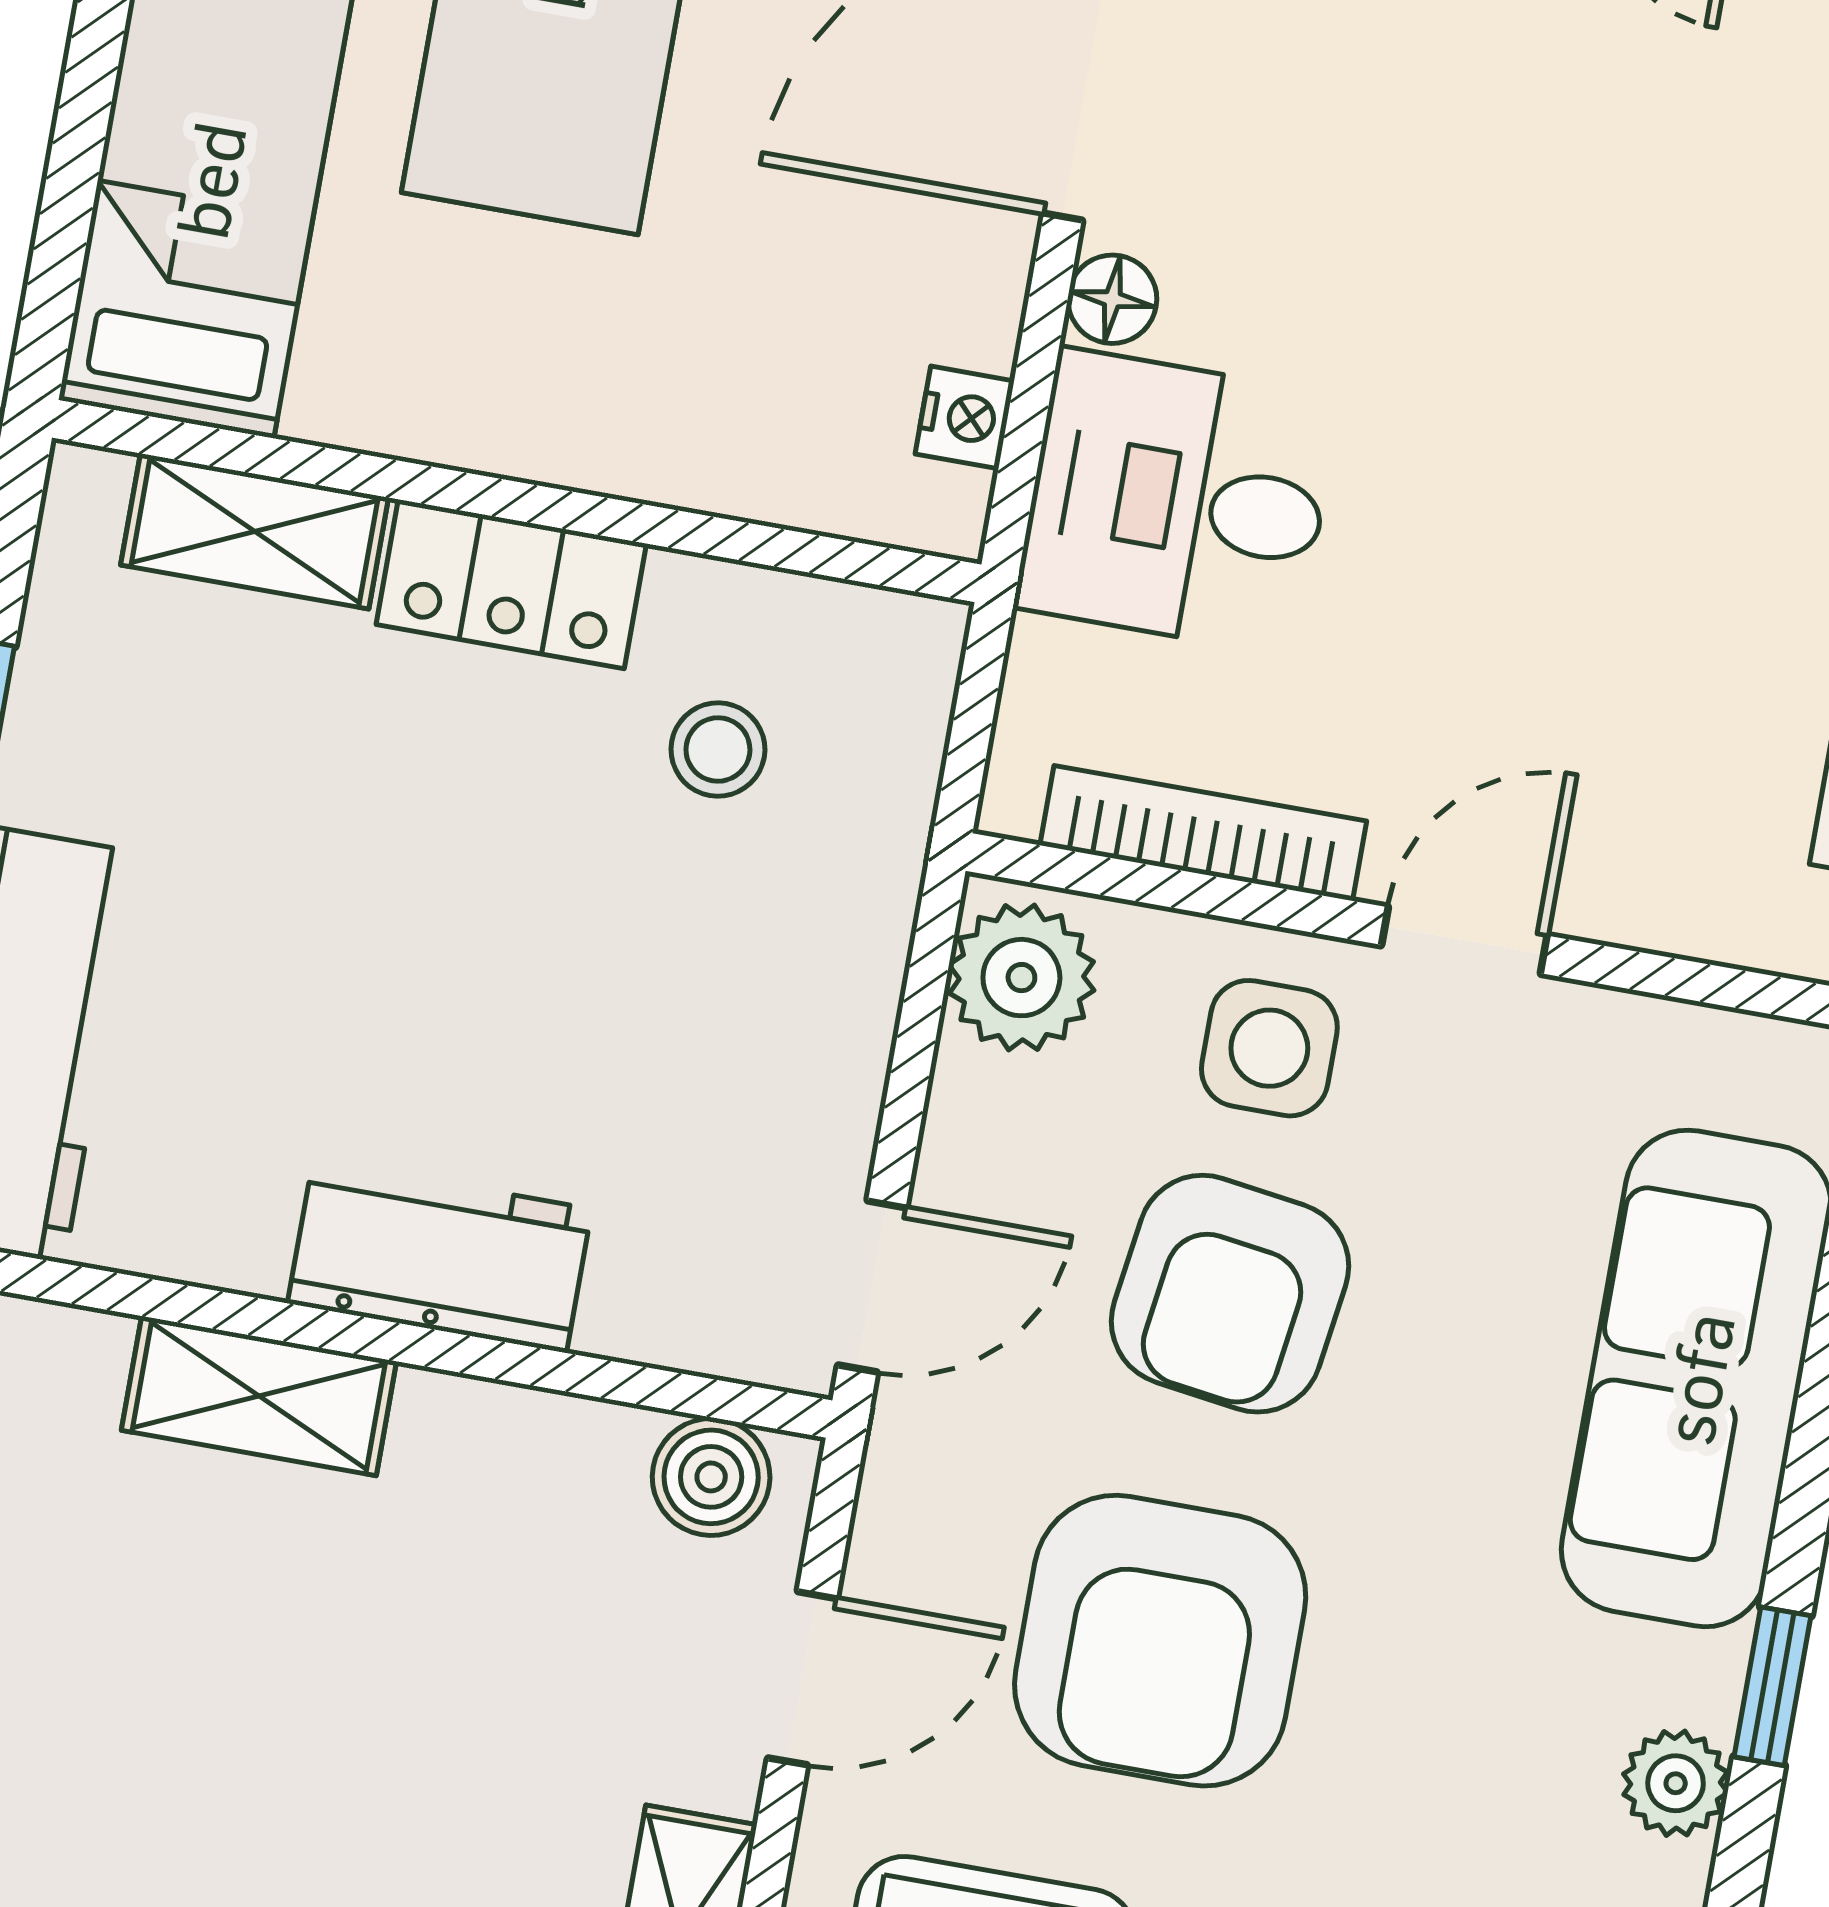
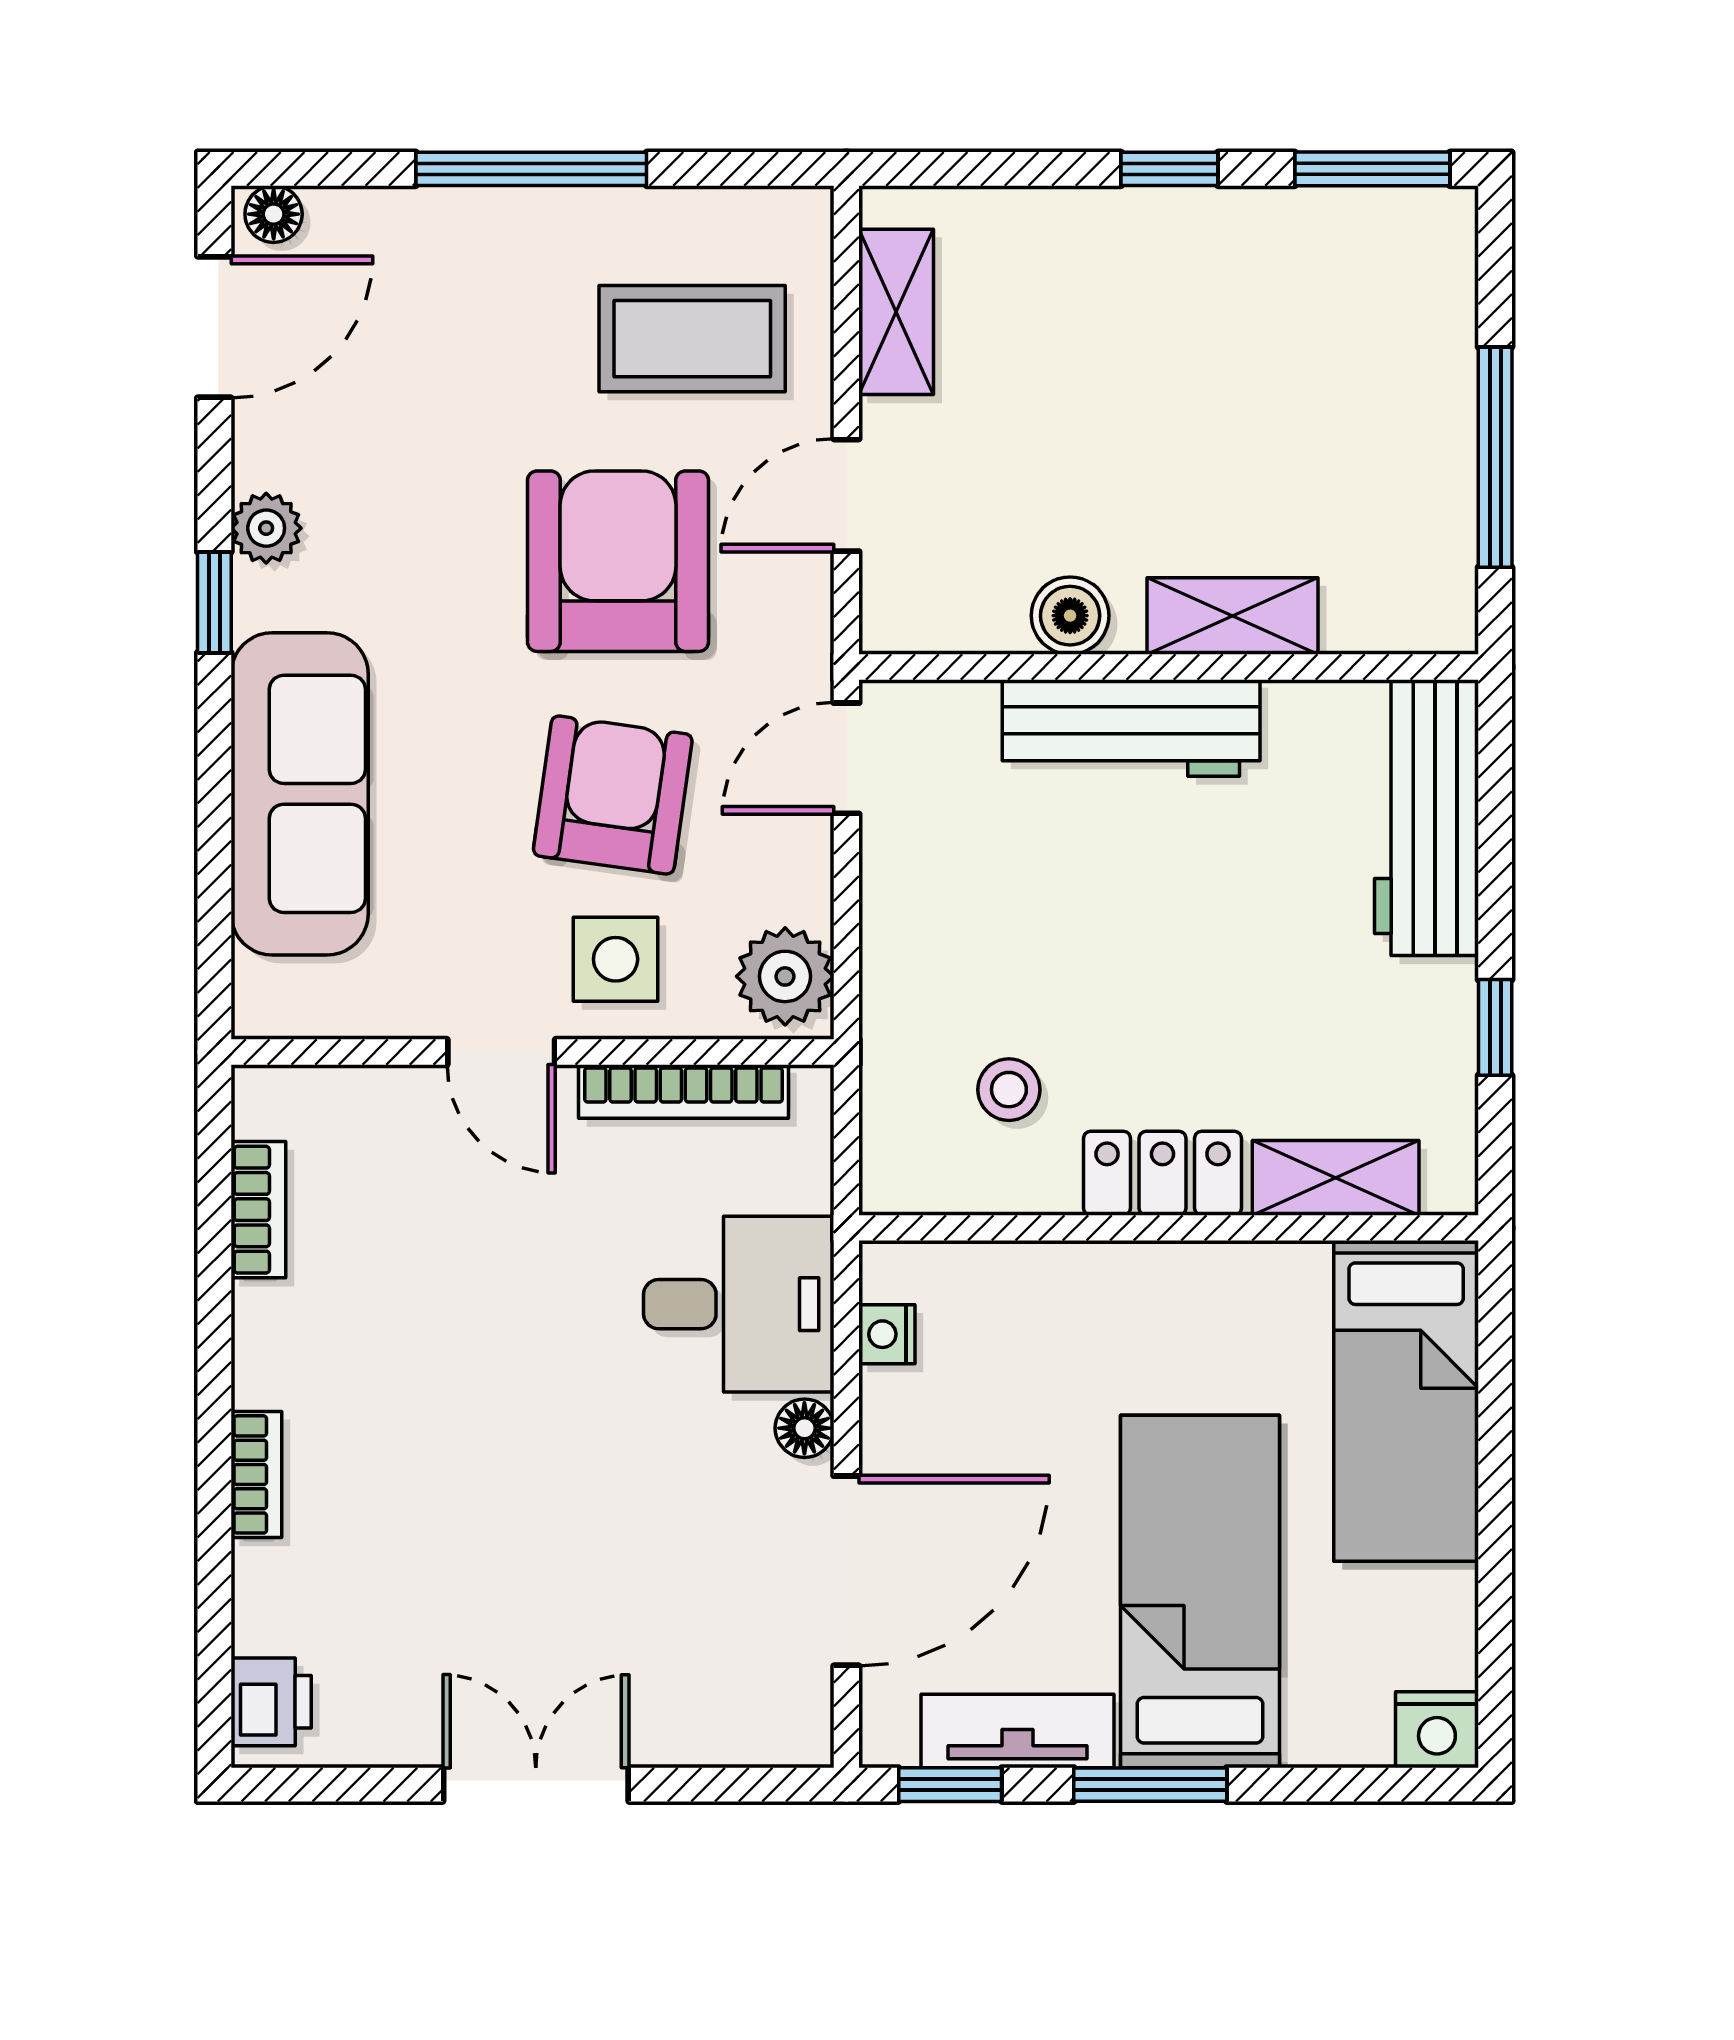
door: (1464, 940) -> (501, 1052), hinge flipped
workbench: (440, 1256) -> (1131, 728), width x1.37
boiler: (711, 1477) -> (1070, 616), moved

